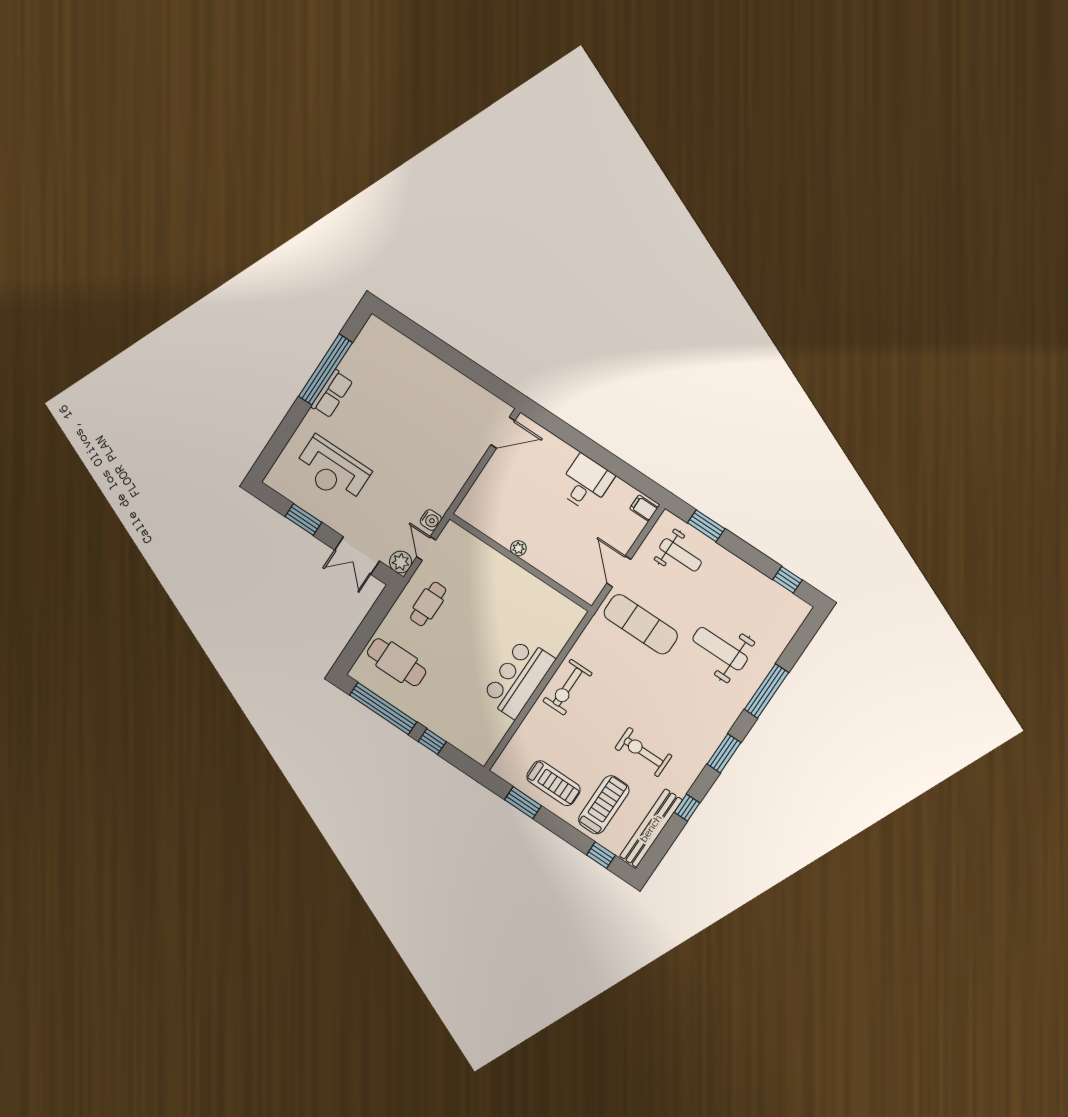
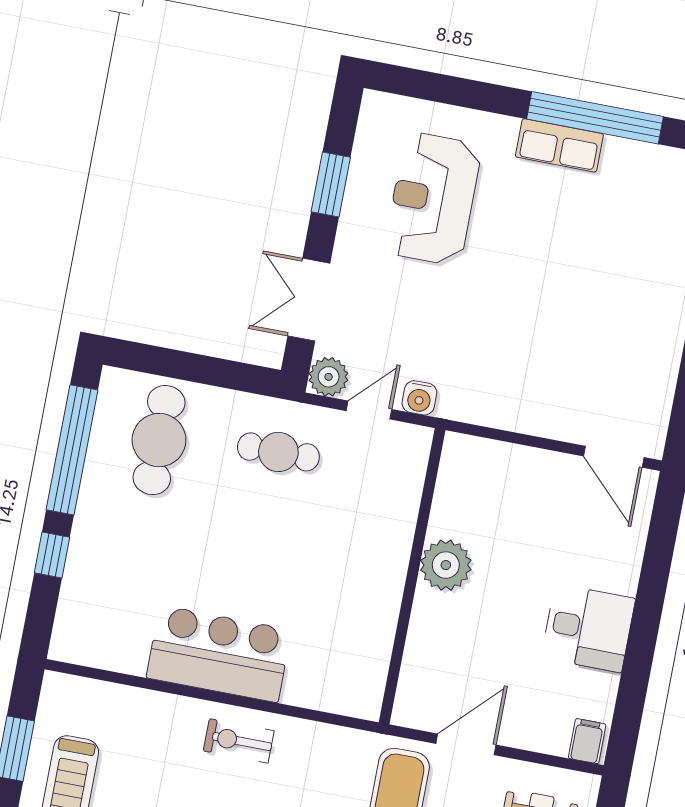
plant: (518, 548) -> (446, 565), width x1.87, depth x1.87
exercise bike: (568, 687) -> (239, 741), width x0.73, depth x0.72

